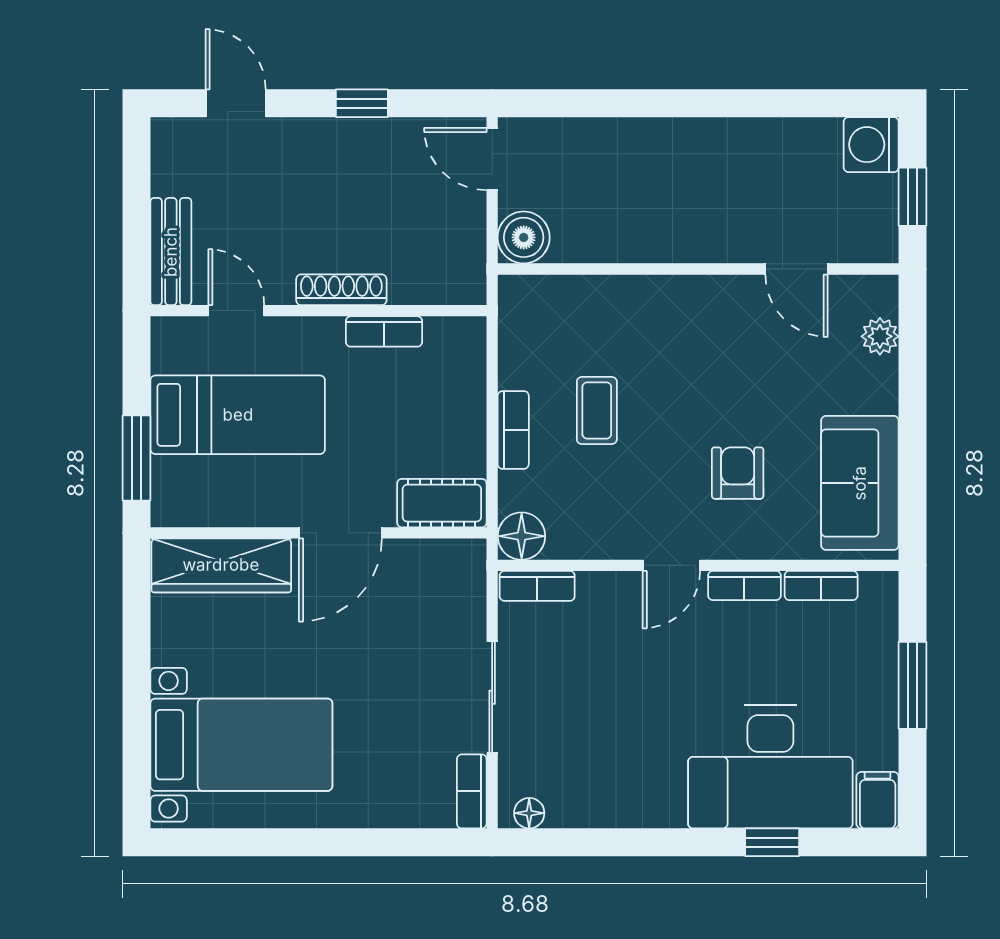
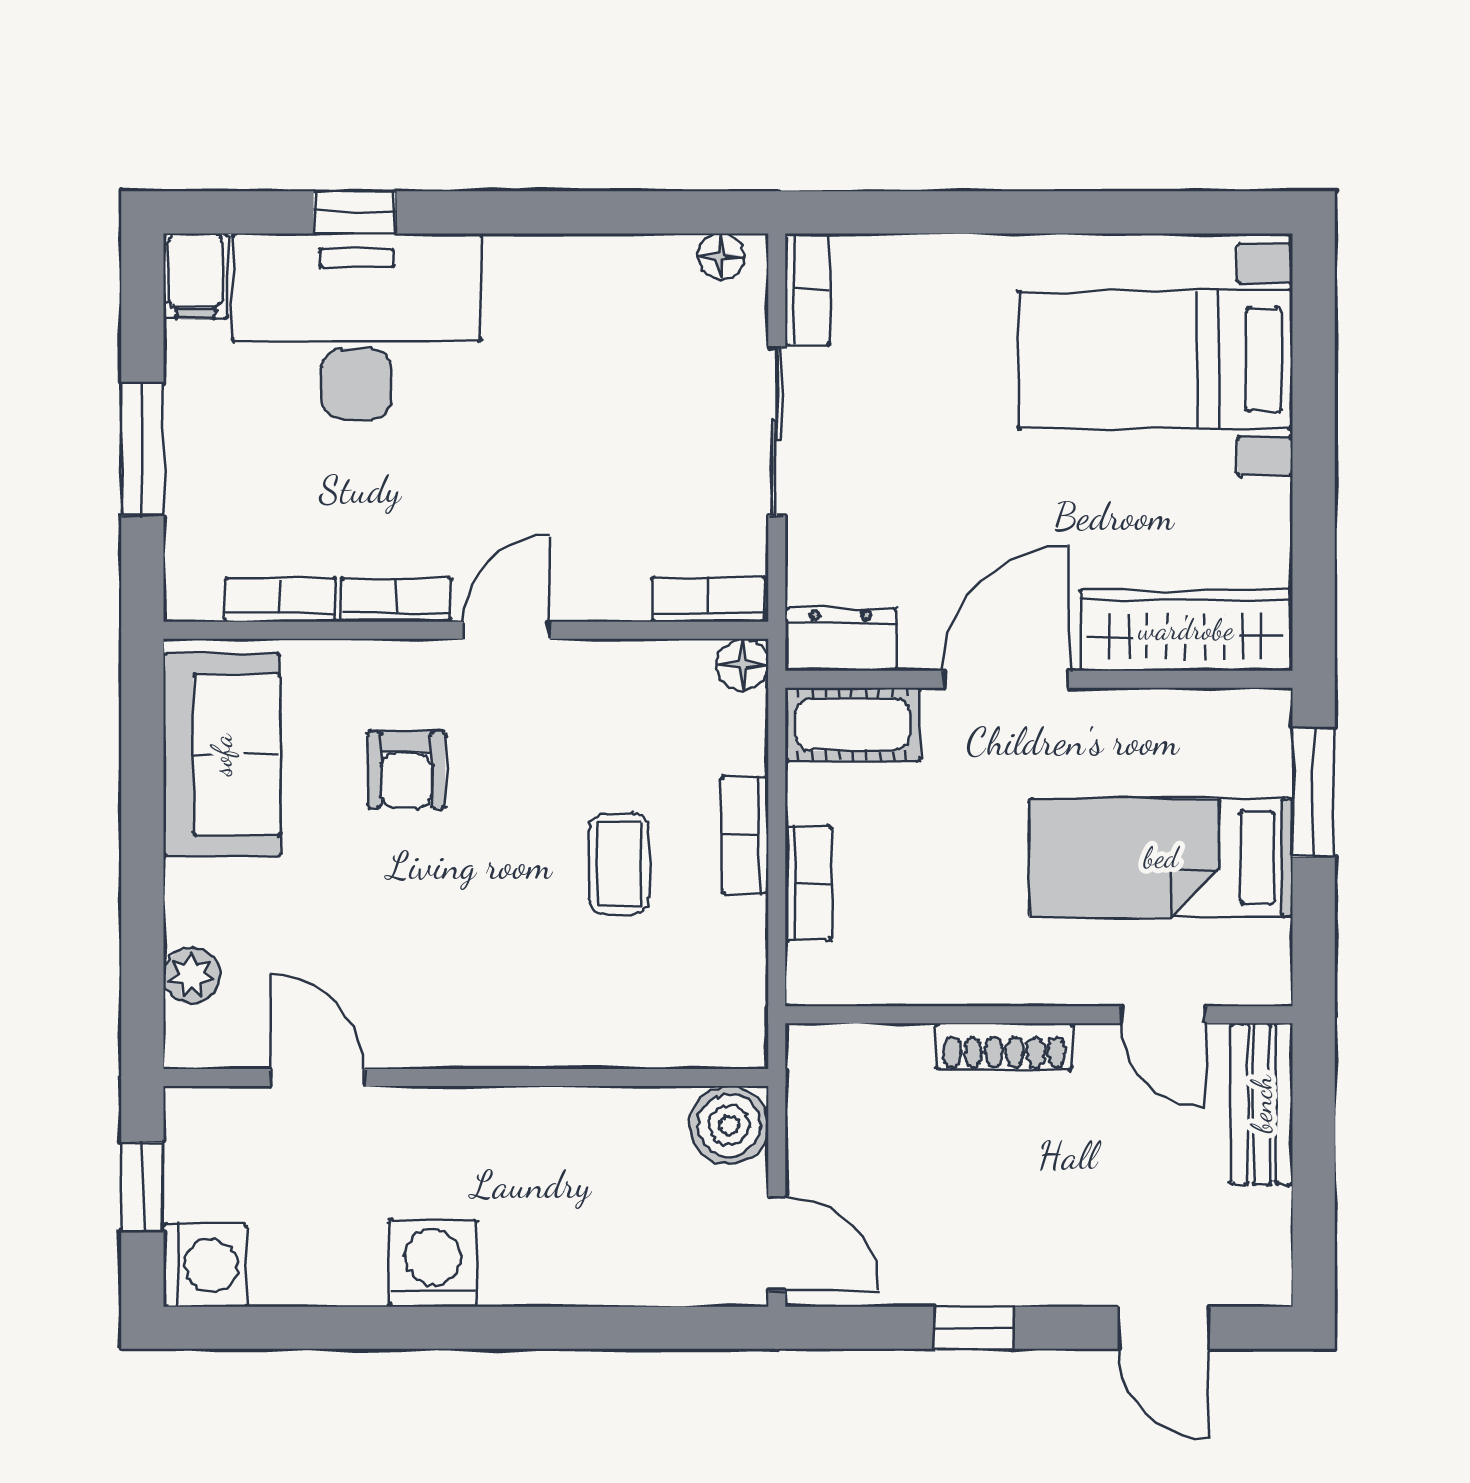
washing machine: (720, 146) -> (433, 1263), added
bookcase: (384, 331) -> (808, 883), moved, turned 90
floor lamp: (522, 536) -> (742, 665), width x0.73, depth x0.73
dresser: (450, 559) -> (841, 640), added

